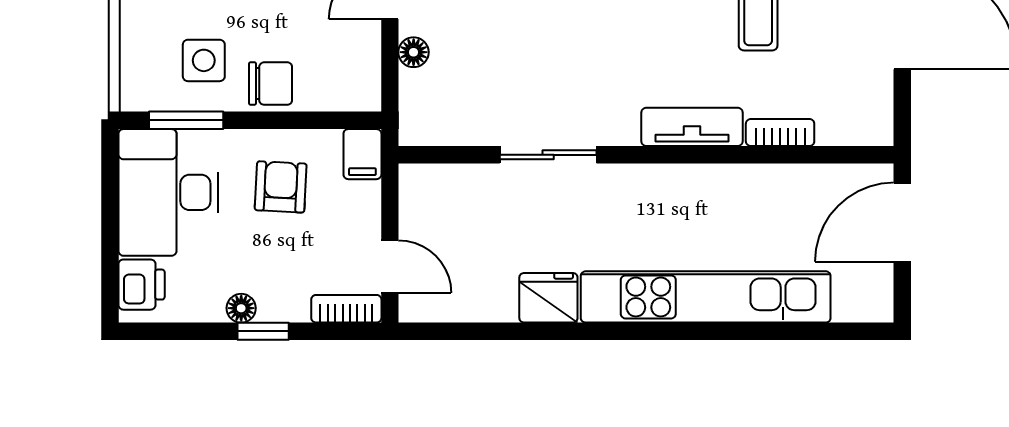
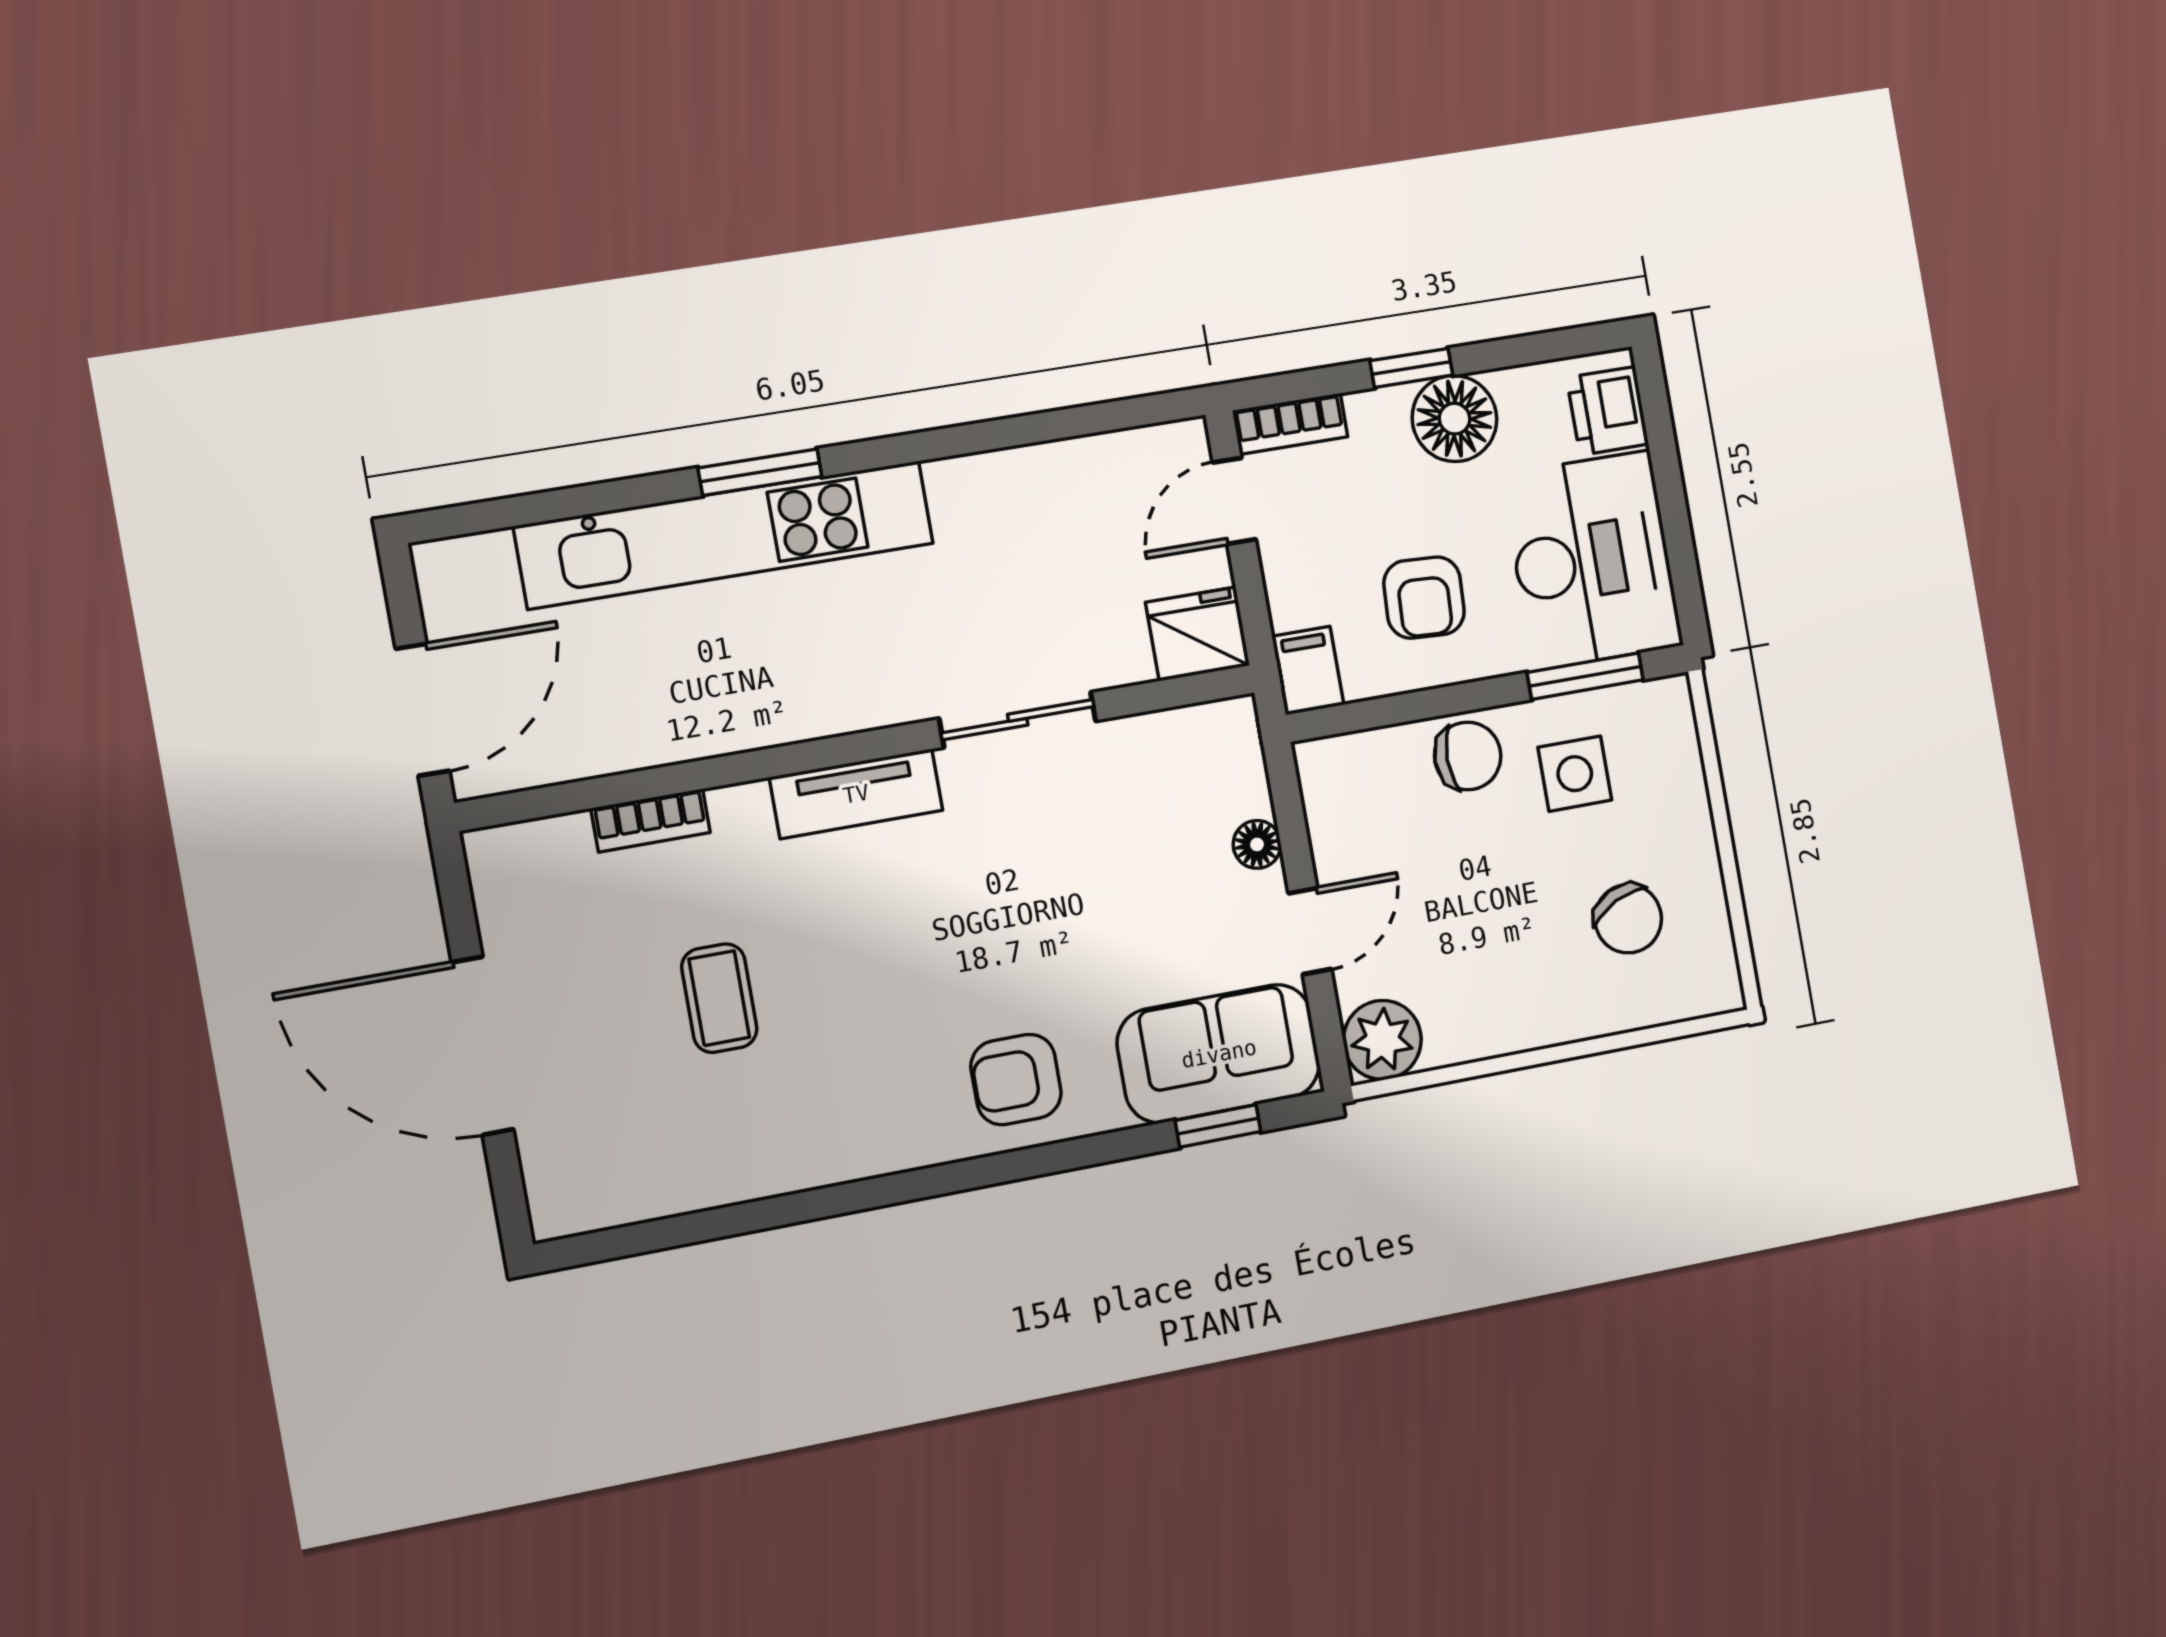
chair: (271, 84) -> (1468, 756), turned 180
tv unit: (692, 127) -> (856, 794), moved
door: (390, 267) -> (1234, 501), hinge flipped
fridge: (548, 298) -> (1198, 634), moved, turned 180
floor lamp: (241, 308) -> (1455, 419), width x1.89, depth x1.89
window: (678, 331) -> (760, 472), added

